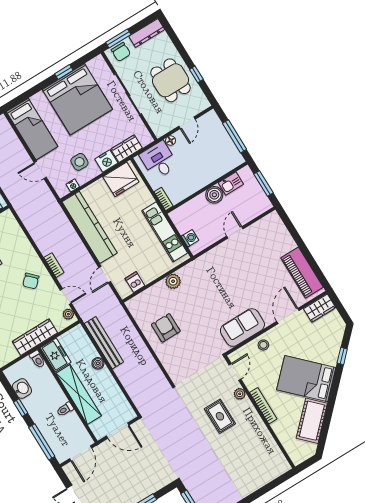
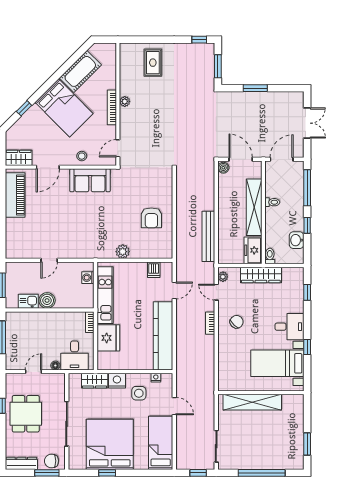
chair: (121, 52) -> (51, 461), turned -90
fridge: (121, 179) -> (108, 338), moved, turned 90
boiler: (98, 363) -> (223, 168), moved
plant: (240, 394) -> (125, 101), moved
rug: (220, 416) -> (153, 63), moved

